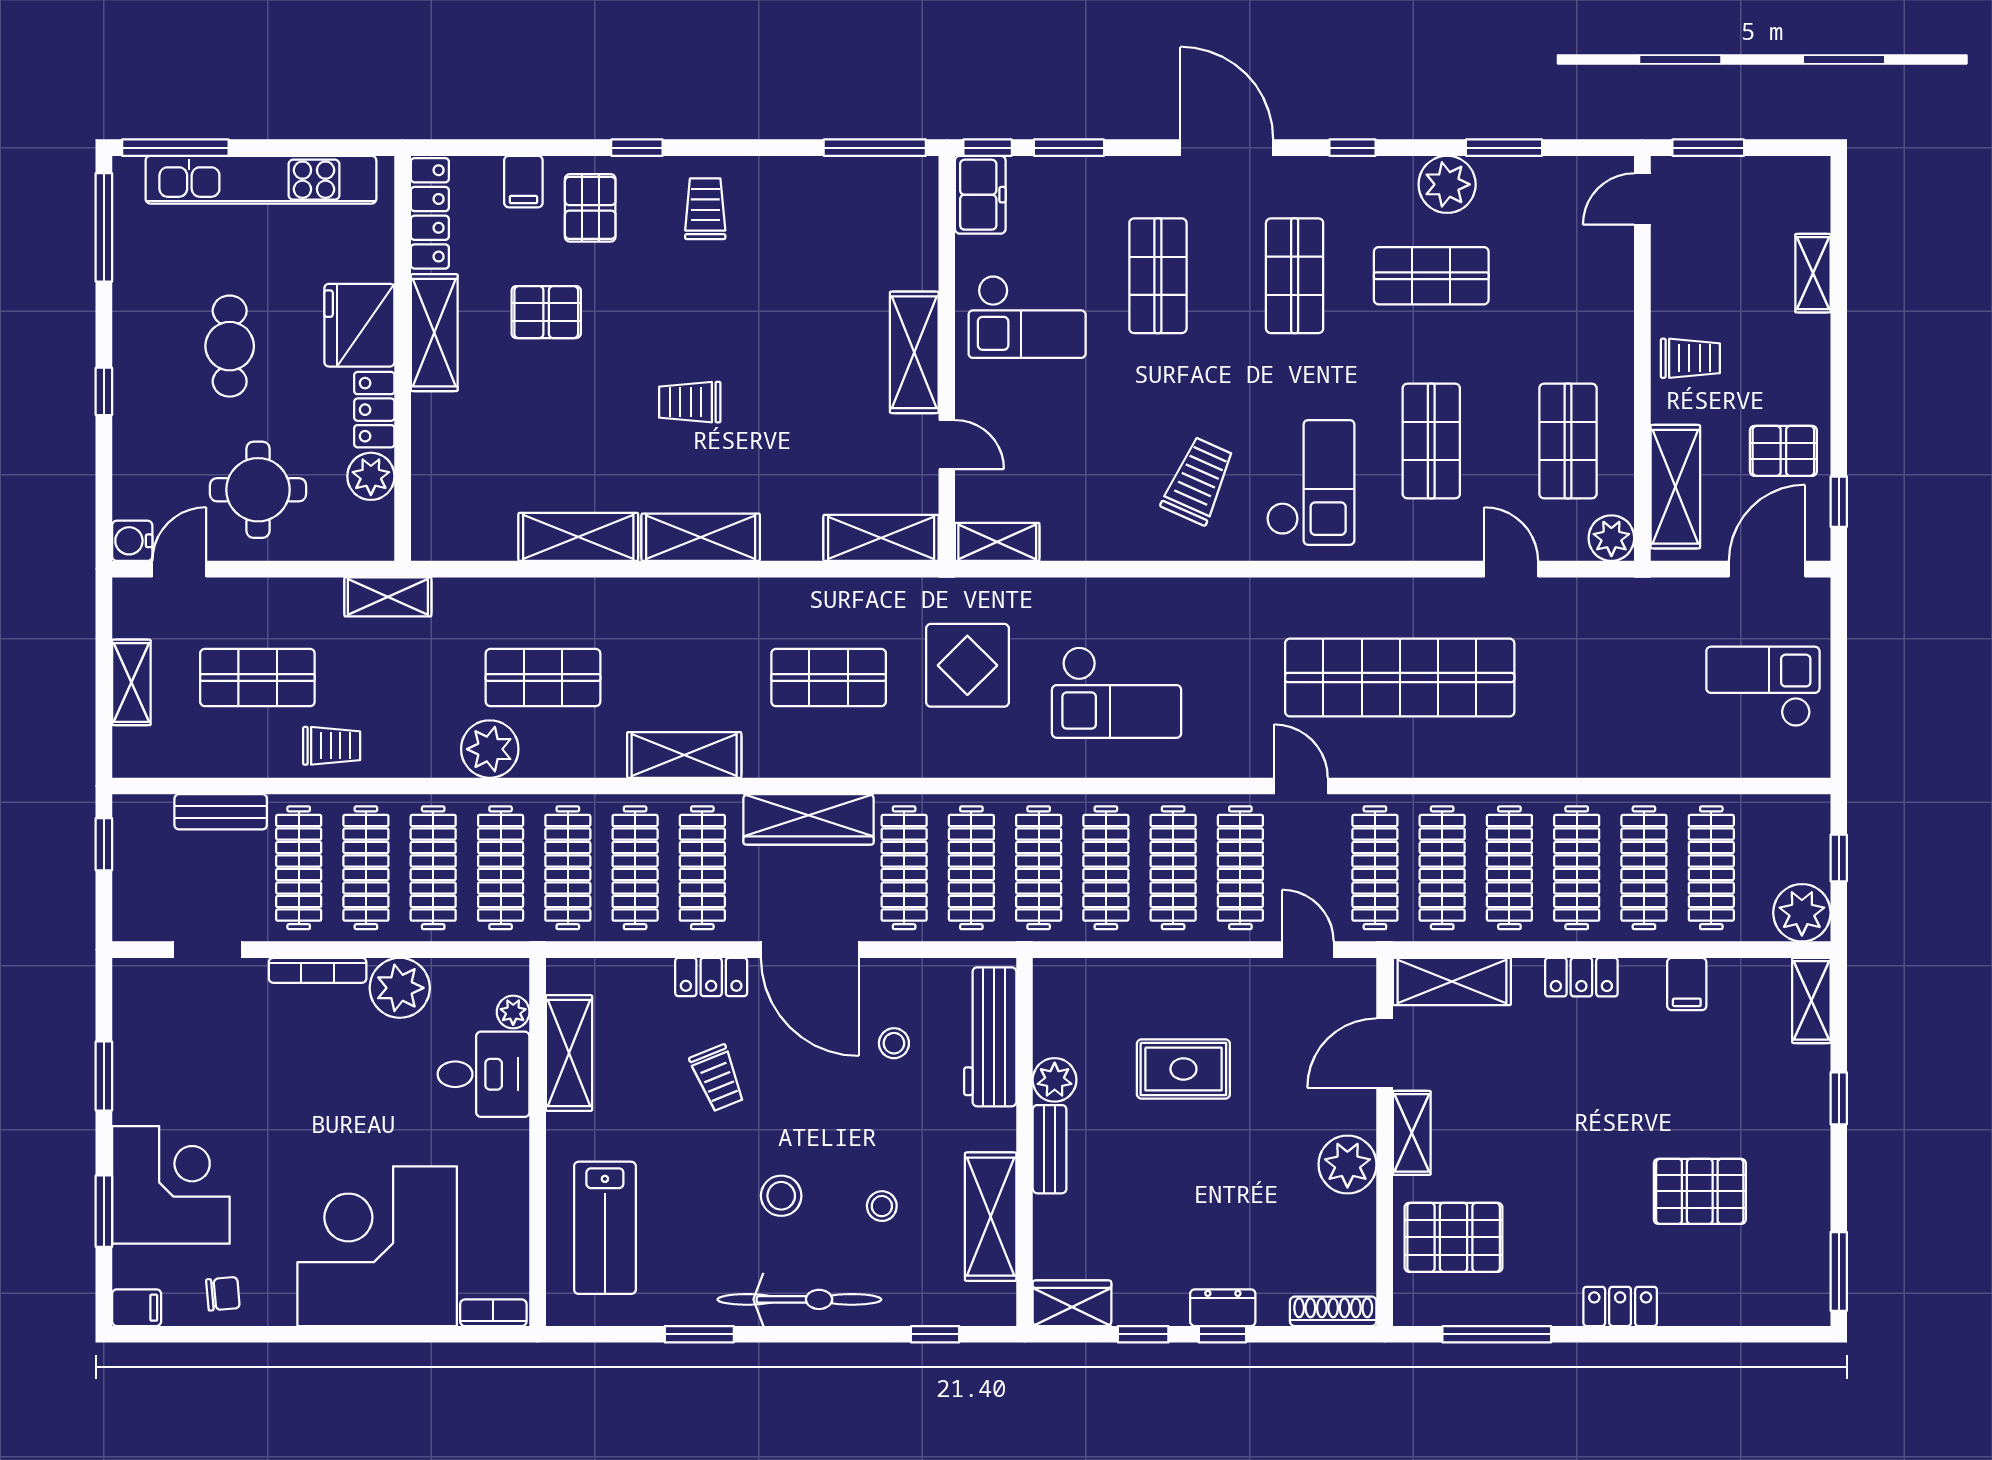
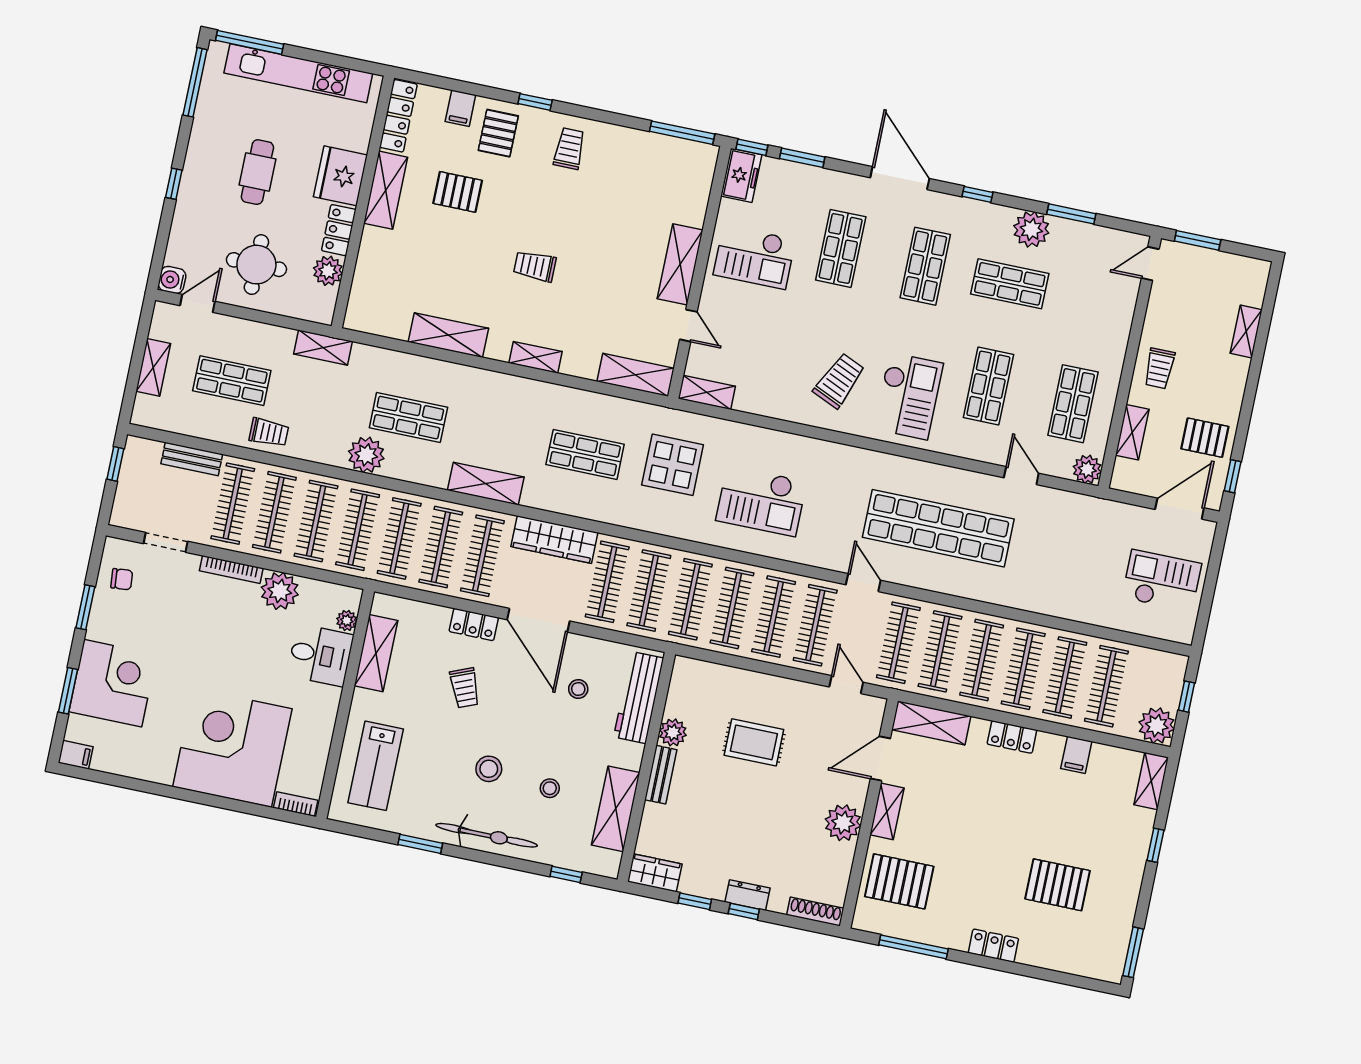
trolley: (1690, 358) -> (1159, 368), turned 90
shelving: (1675, 487) -> (1132, 432), width x0.67, depth x0.75
shelving: (701, 537) -> (536, 357), width x0.67, depth x0.75
chair: (223, 1294) -> (122, 579), moved

